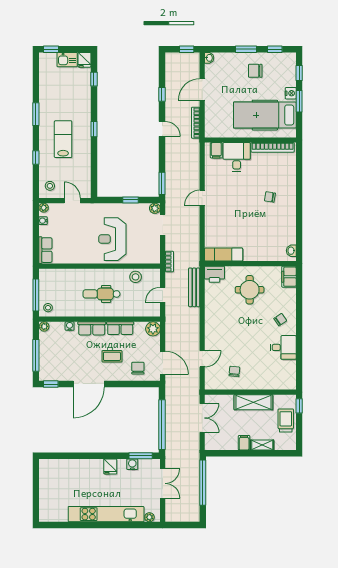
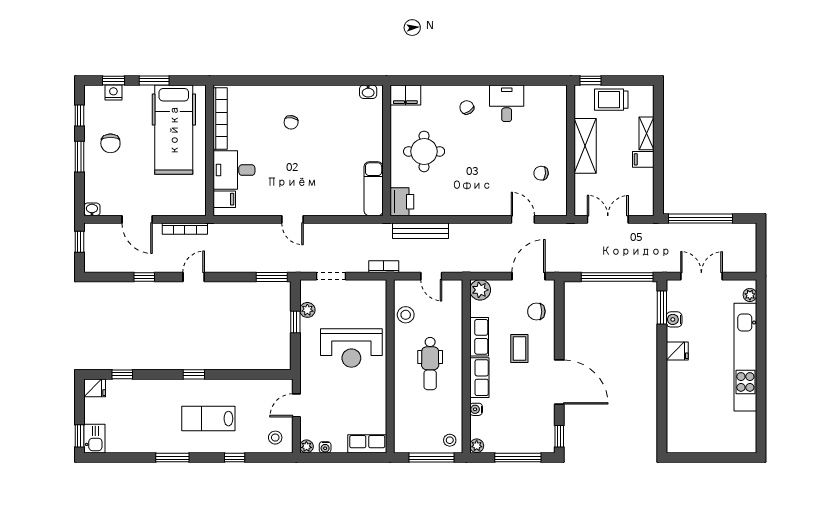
kitchen sink: (67, 60) -> (94, 439), moved
nightstand: (291, 93) -> (113, 93), moved
plant: (155, 208) -> (307, 310), moved

